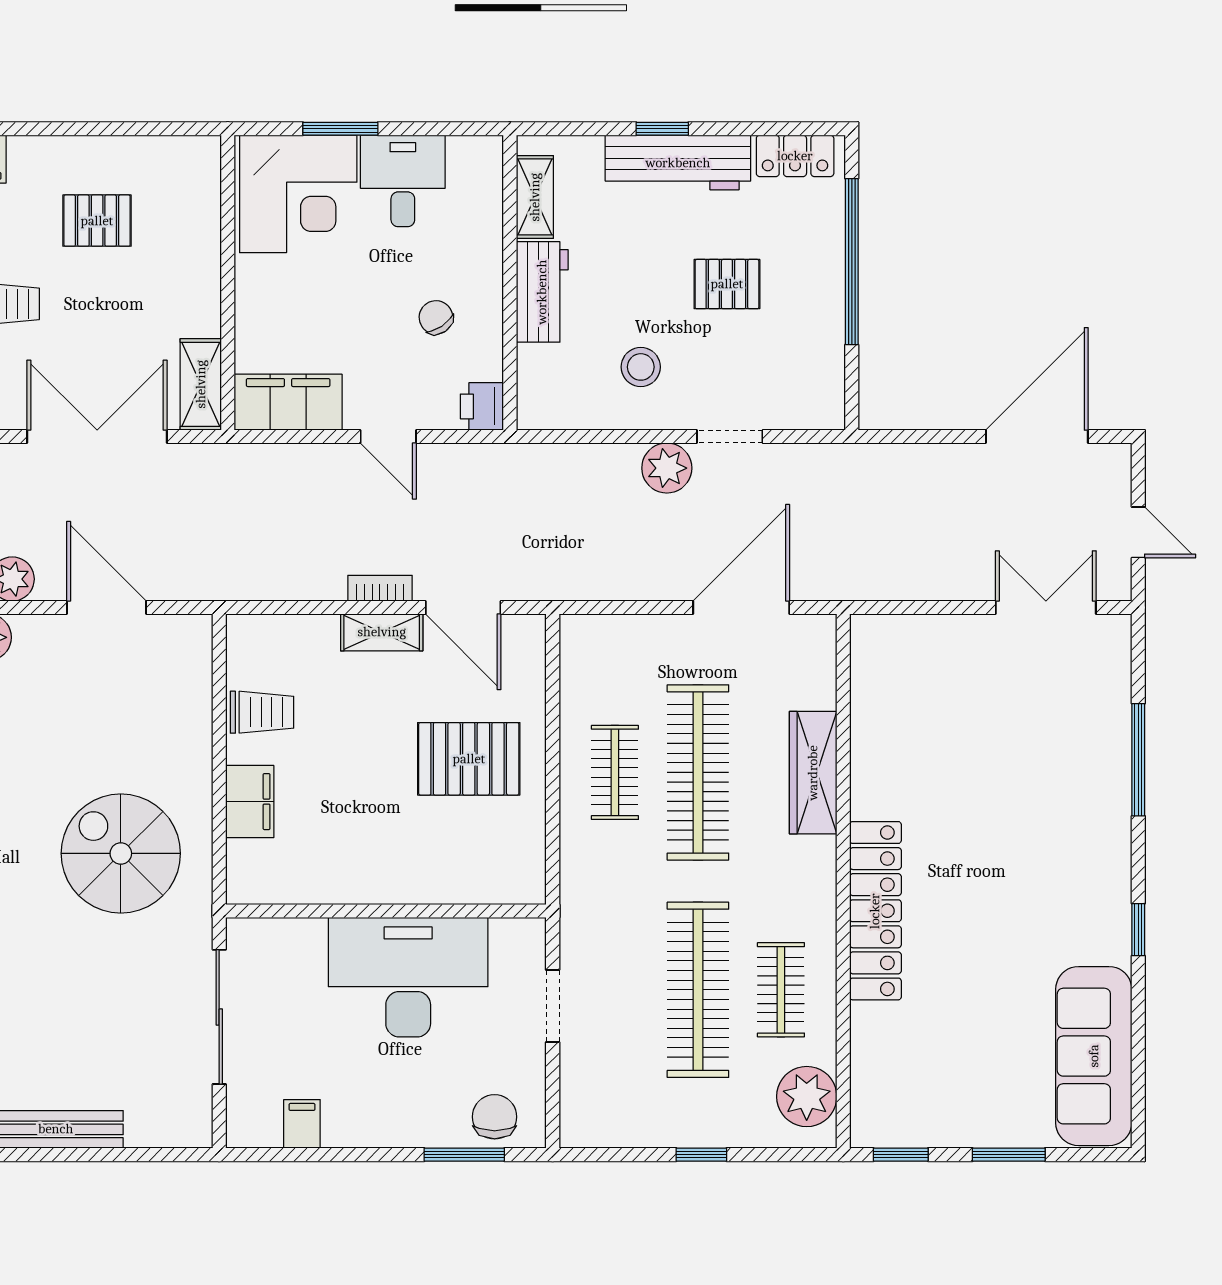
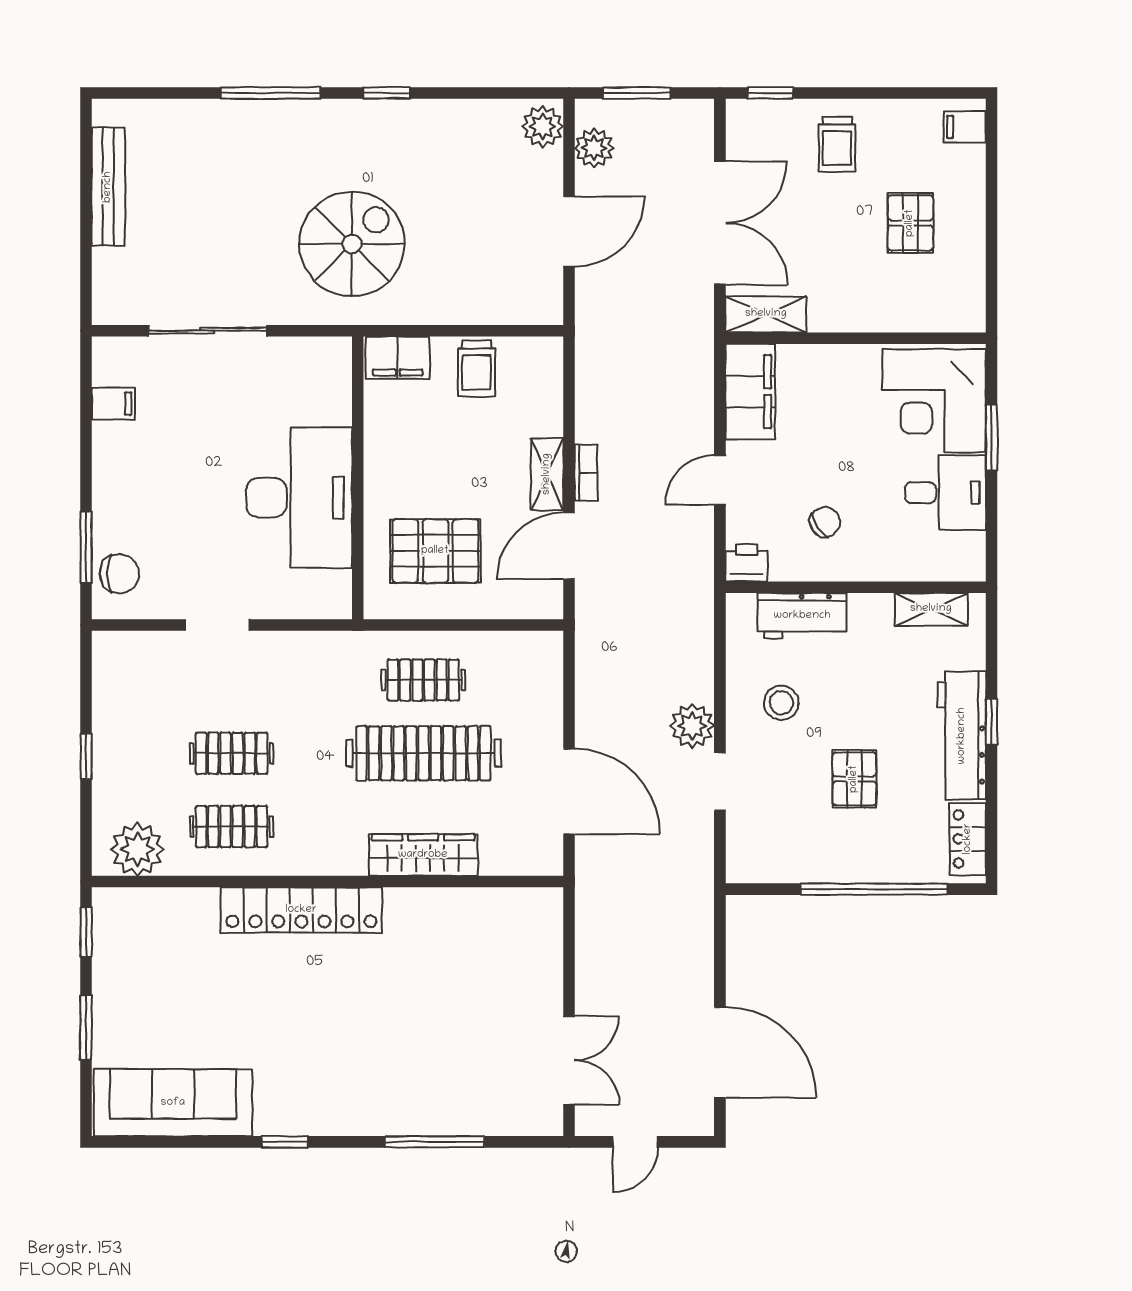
workbench: (542, 292) -> (802, 616), moved
pallet: (469, 759) -> (435, 551), turned 90
wall: (386, 911) -> (358, 478), moved
desk: (408, 977) -> (299, 498), moved
clothes rail: (698, 990) -> (232, 753), width x0.54, depth x0.76

